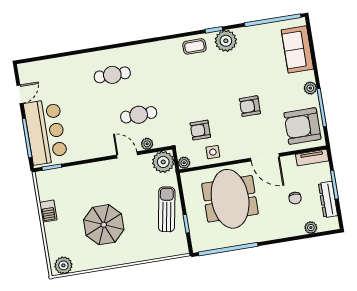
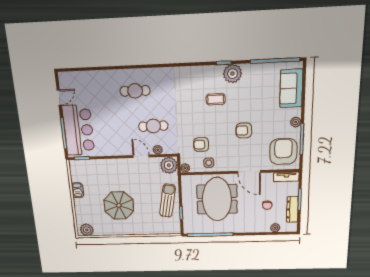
coffee table: (194, 46) -> (216, 99), moved
armchair: (302, 126) -> (283, 152), turned 90

